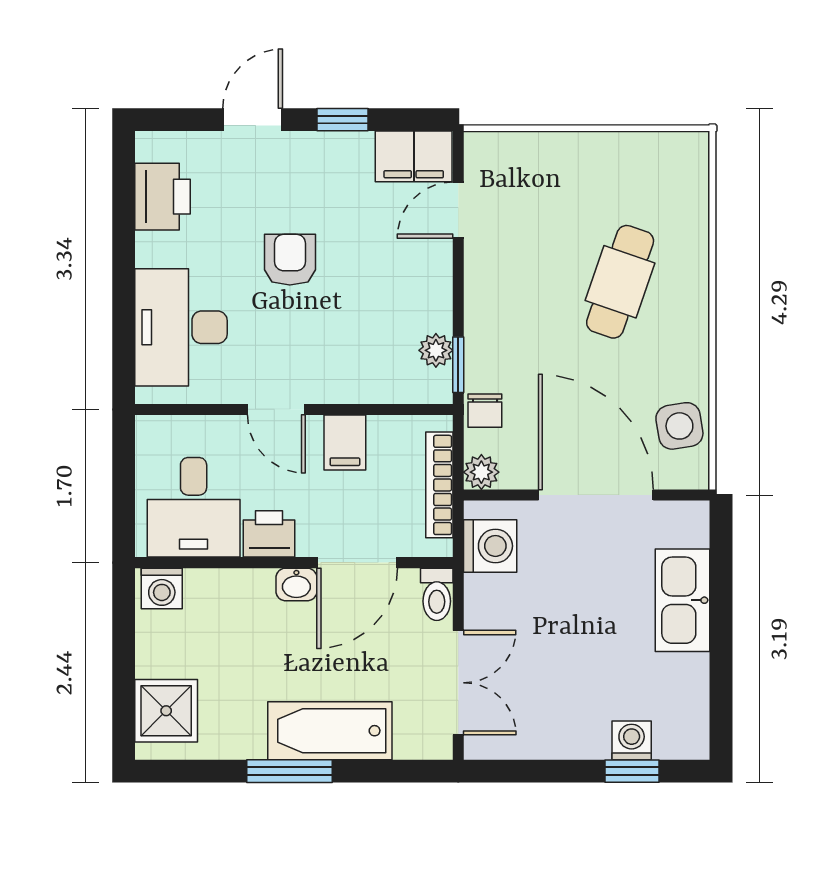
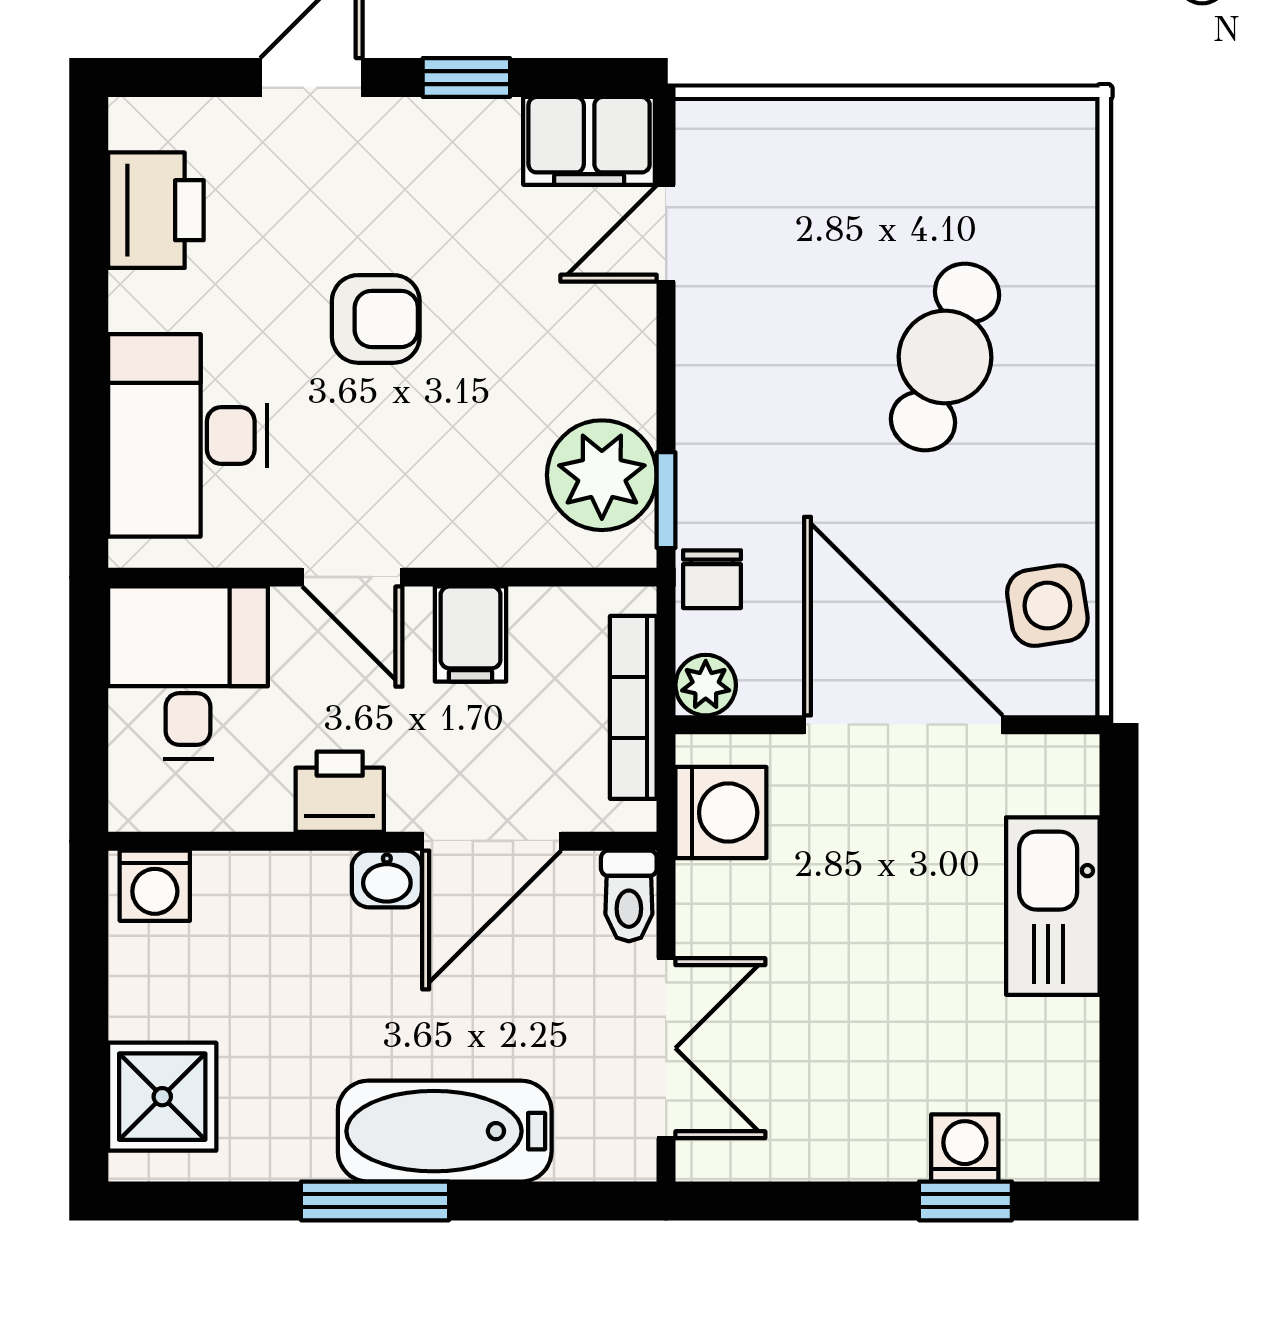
armchair: (290, 260) -> (376, 319), turned 90
plant: (436, 350) -> (602, 475), width x1.88, depth x1.88
desk: (194, 507) -> (188, 672), moved, turned 180

